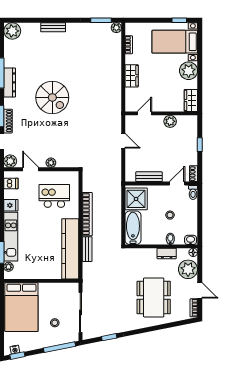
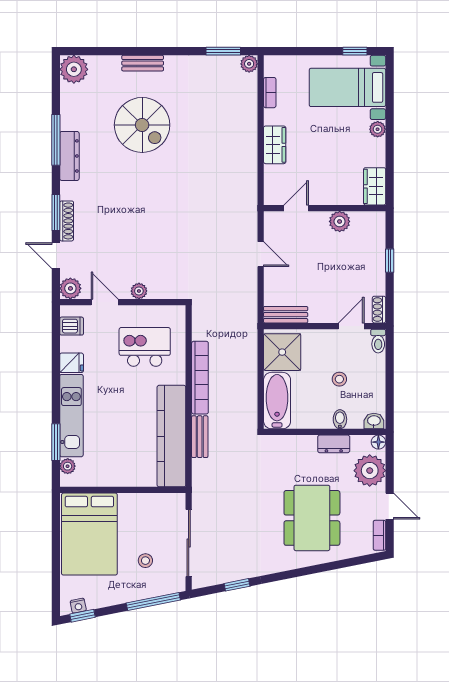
plant: (189, 71) -> (378, 129), width x0.53, depth x0.53
spiral stairs: (52, 97) -> (142, 125), moved
bench: (149, 177) -> (286, 315), moved

